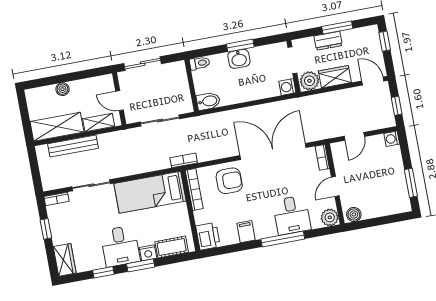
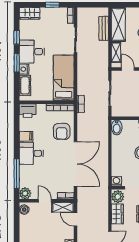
door: (120, 101) -> (128, 69), hinge flipped
bench: (73, 146) -> (104, 28), width x0.73
shelving: (340, 158) -> (63, 207), added
desk: (292, 215) -> (31, 153), moved
window: (283, 239) -> (17, 174), moved

